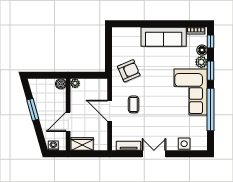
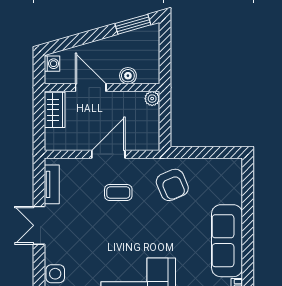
boiler: (61, 84) -> (128, 76), moved
window: (33, 110) -> (133, 24), moved
double door: (154, 154) -> (39, 225), swing flipped

